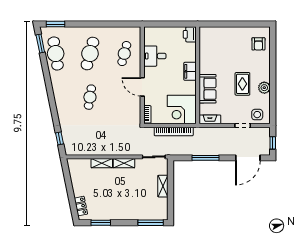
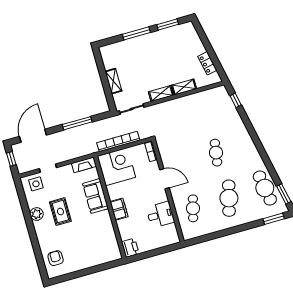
locker: (81, 206) -> (207, 63), moved
window: (151, 223) -> (136, 33), moved

